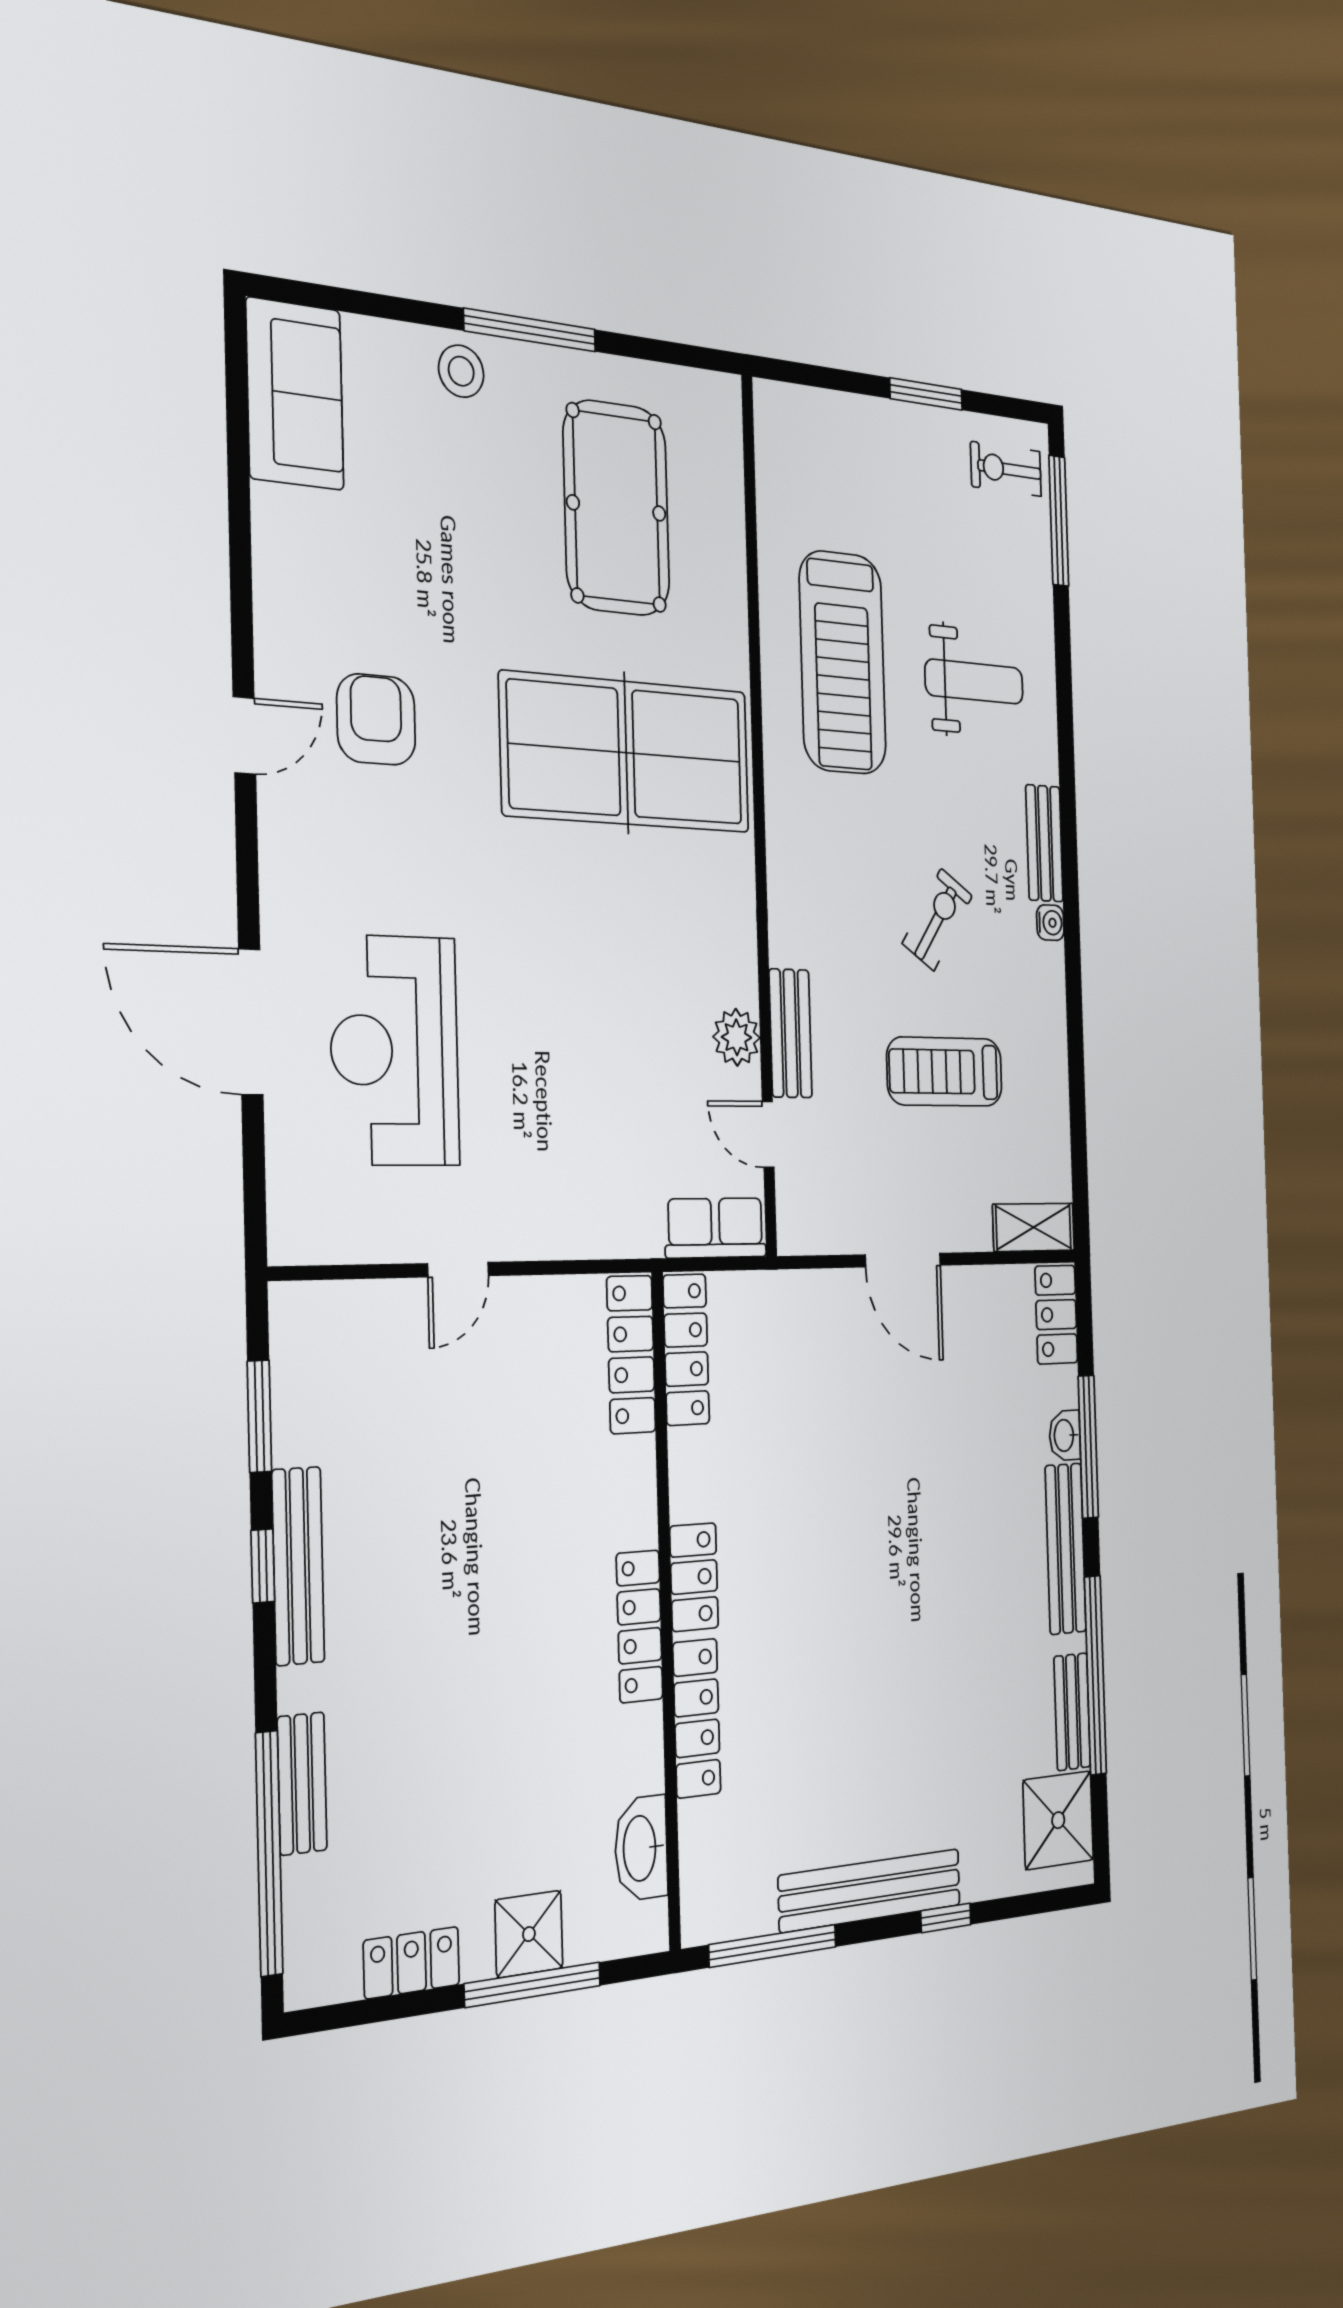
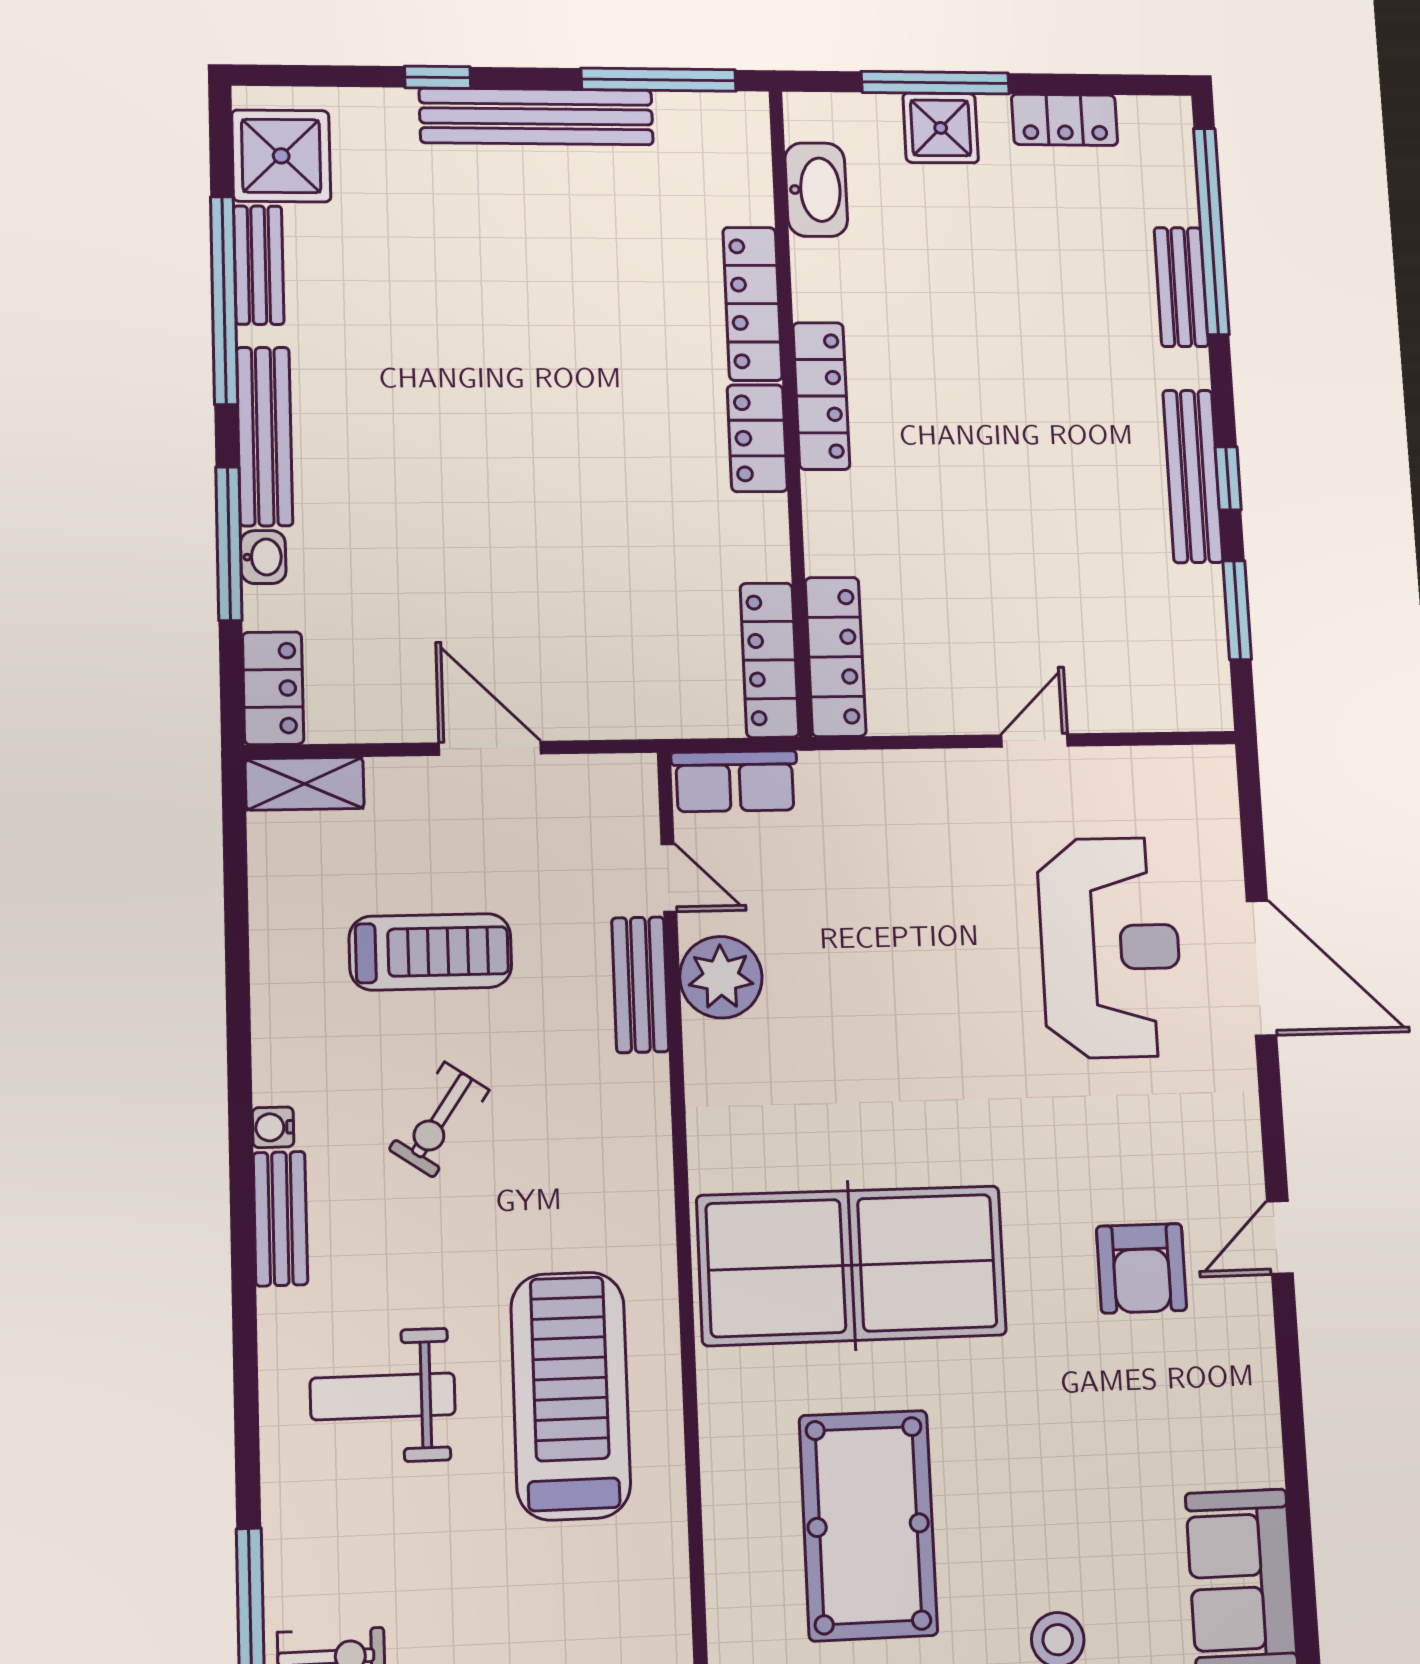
plant: (737, 1037) -> (721, 977), width x1.36, depth x1.36

